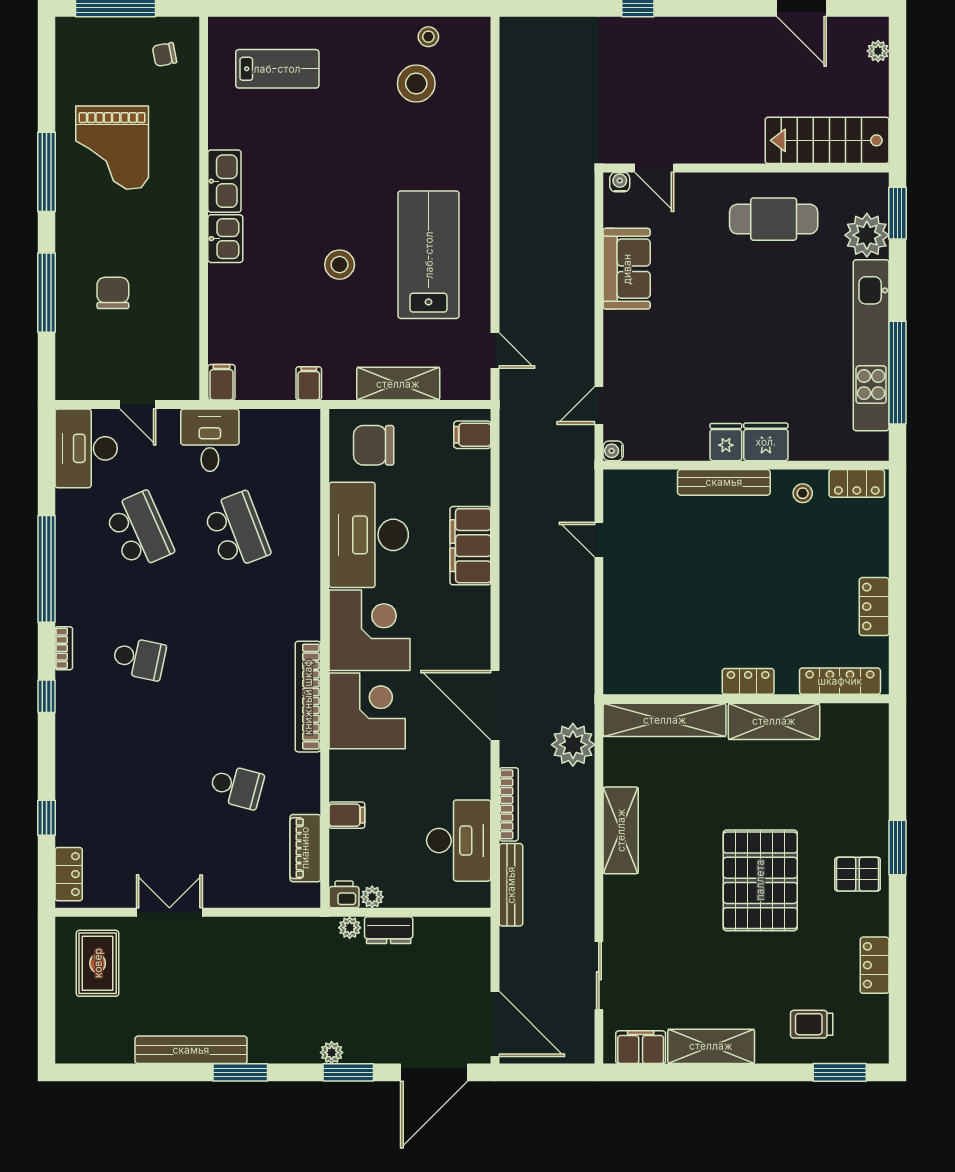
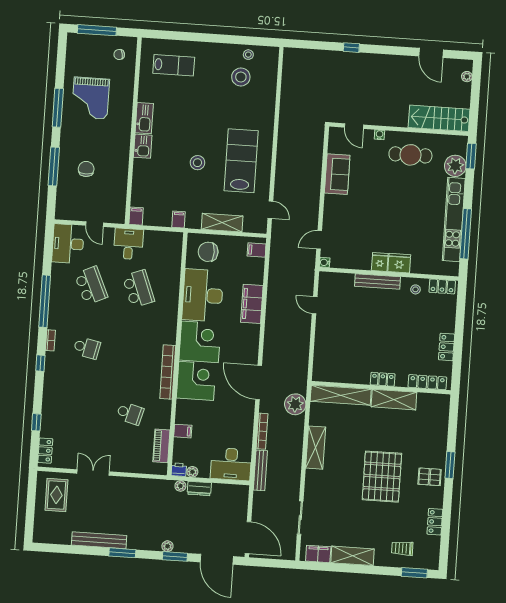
water cooler: (620, 182) -> (379, 135), moved
desk: (459, 841) -> (231, 464), moved, turned 90
door: (434, 1072) -> (217, 559), hinge flipped

